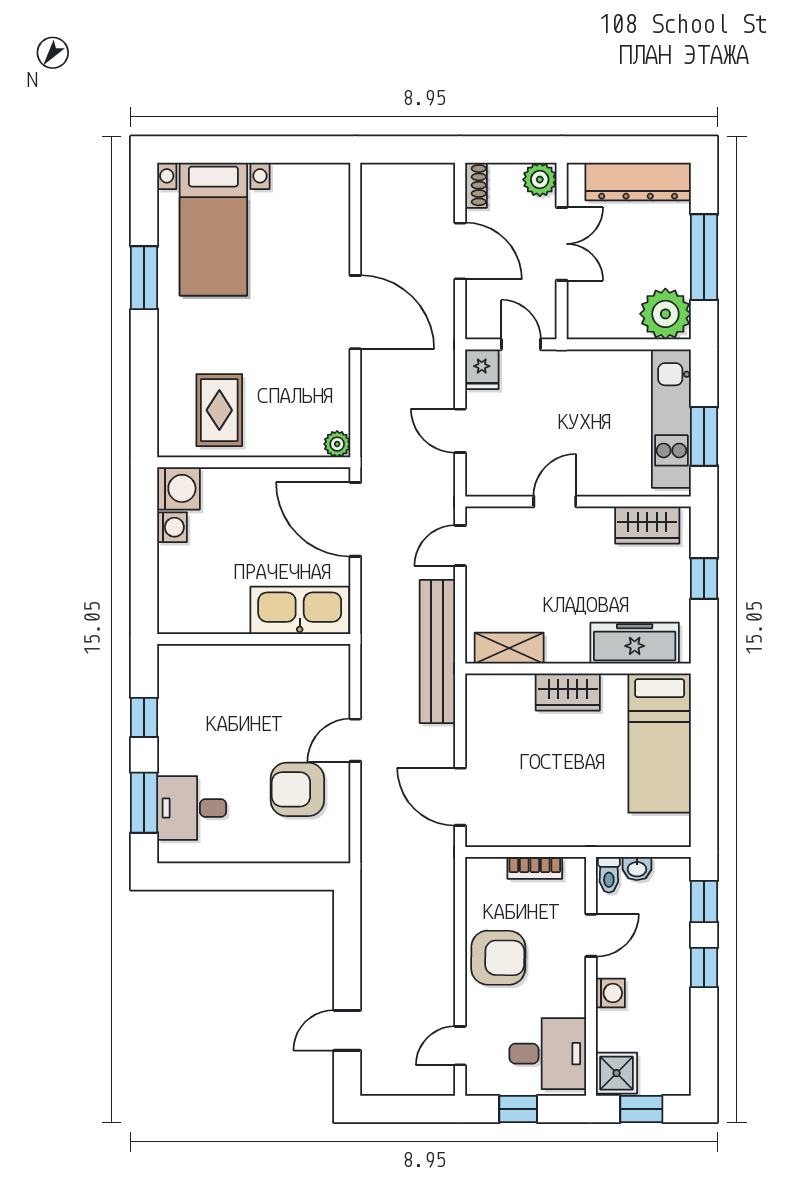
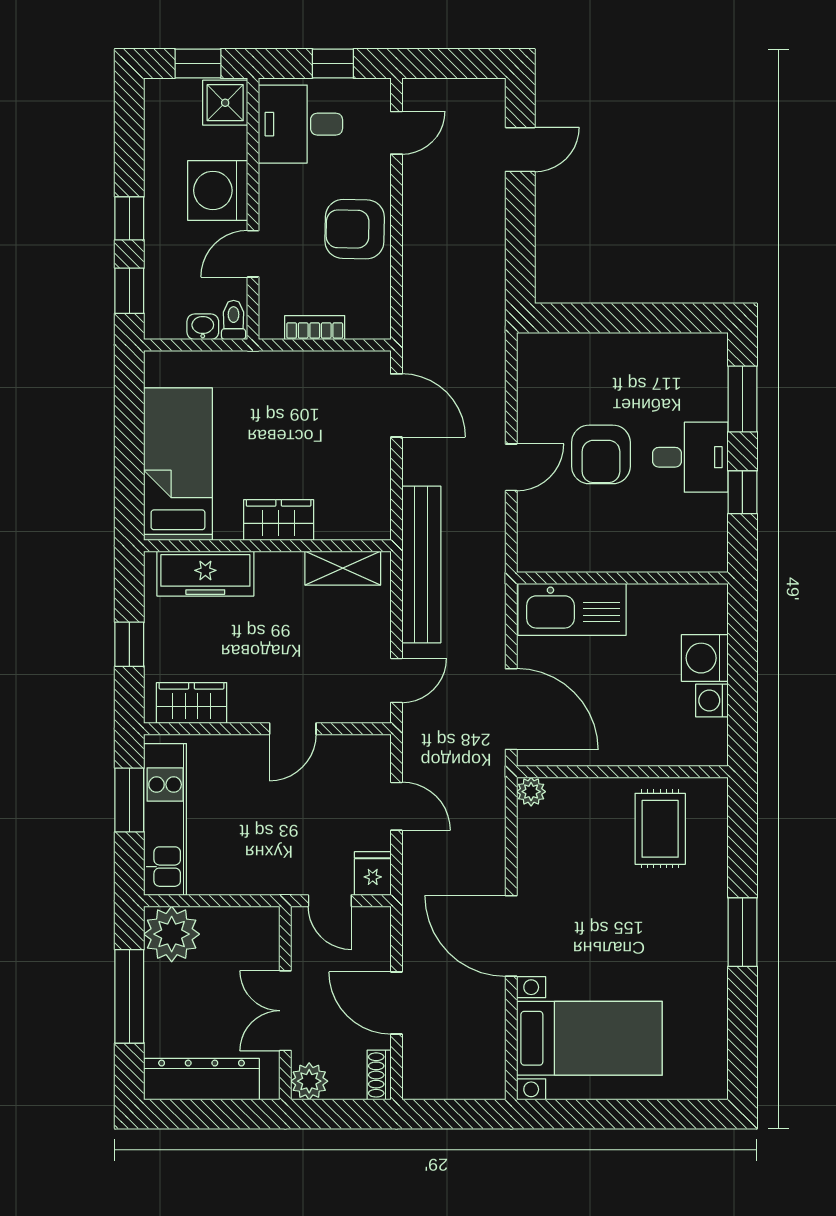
bed with nightstands: (213, 229) -> (589, 1038), moved, turned 90
window: (144, 278) -> (742, 932), moved
washing machine: (178, 488) -> (705, 658), moved
armchair: (297, 789) -> (601, 454), moved, turned 90
desk: (192, 808) -> (690, 457), moved
washing machine: (610, 993) -> (218, 190), width x1.89, depth x1.89

